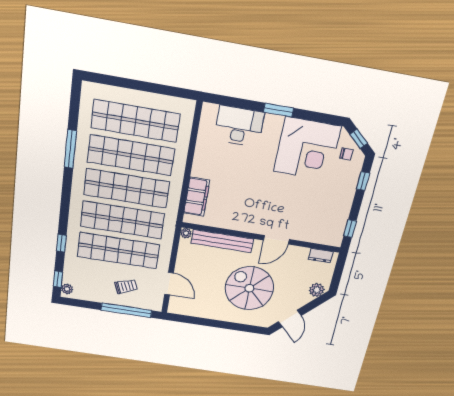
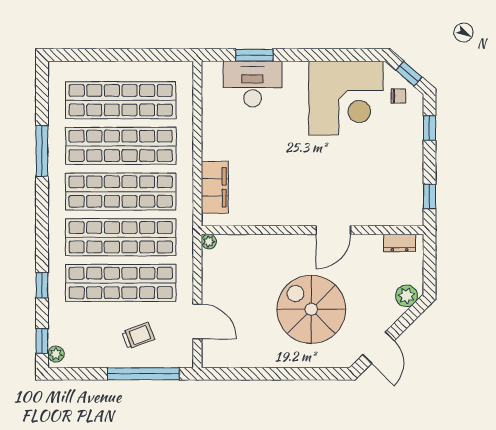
window: (278, 110) -> (254, 55), moved
bench: (222, 241) -> (260, 245), removed

